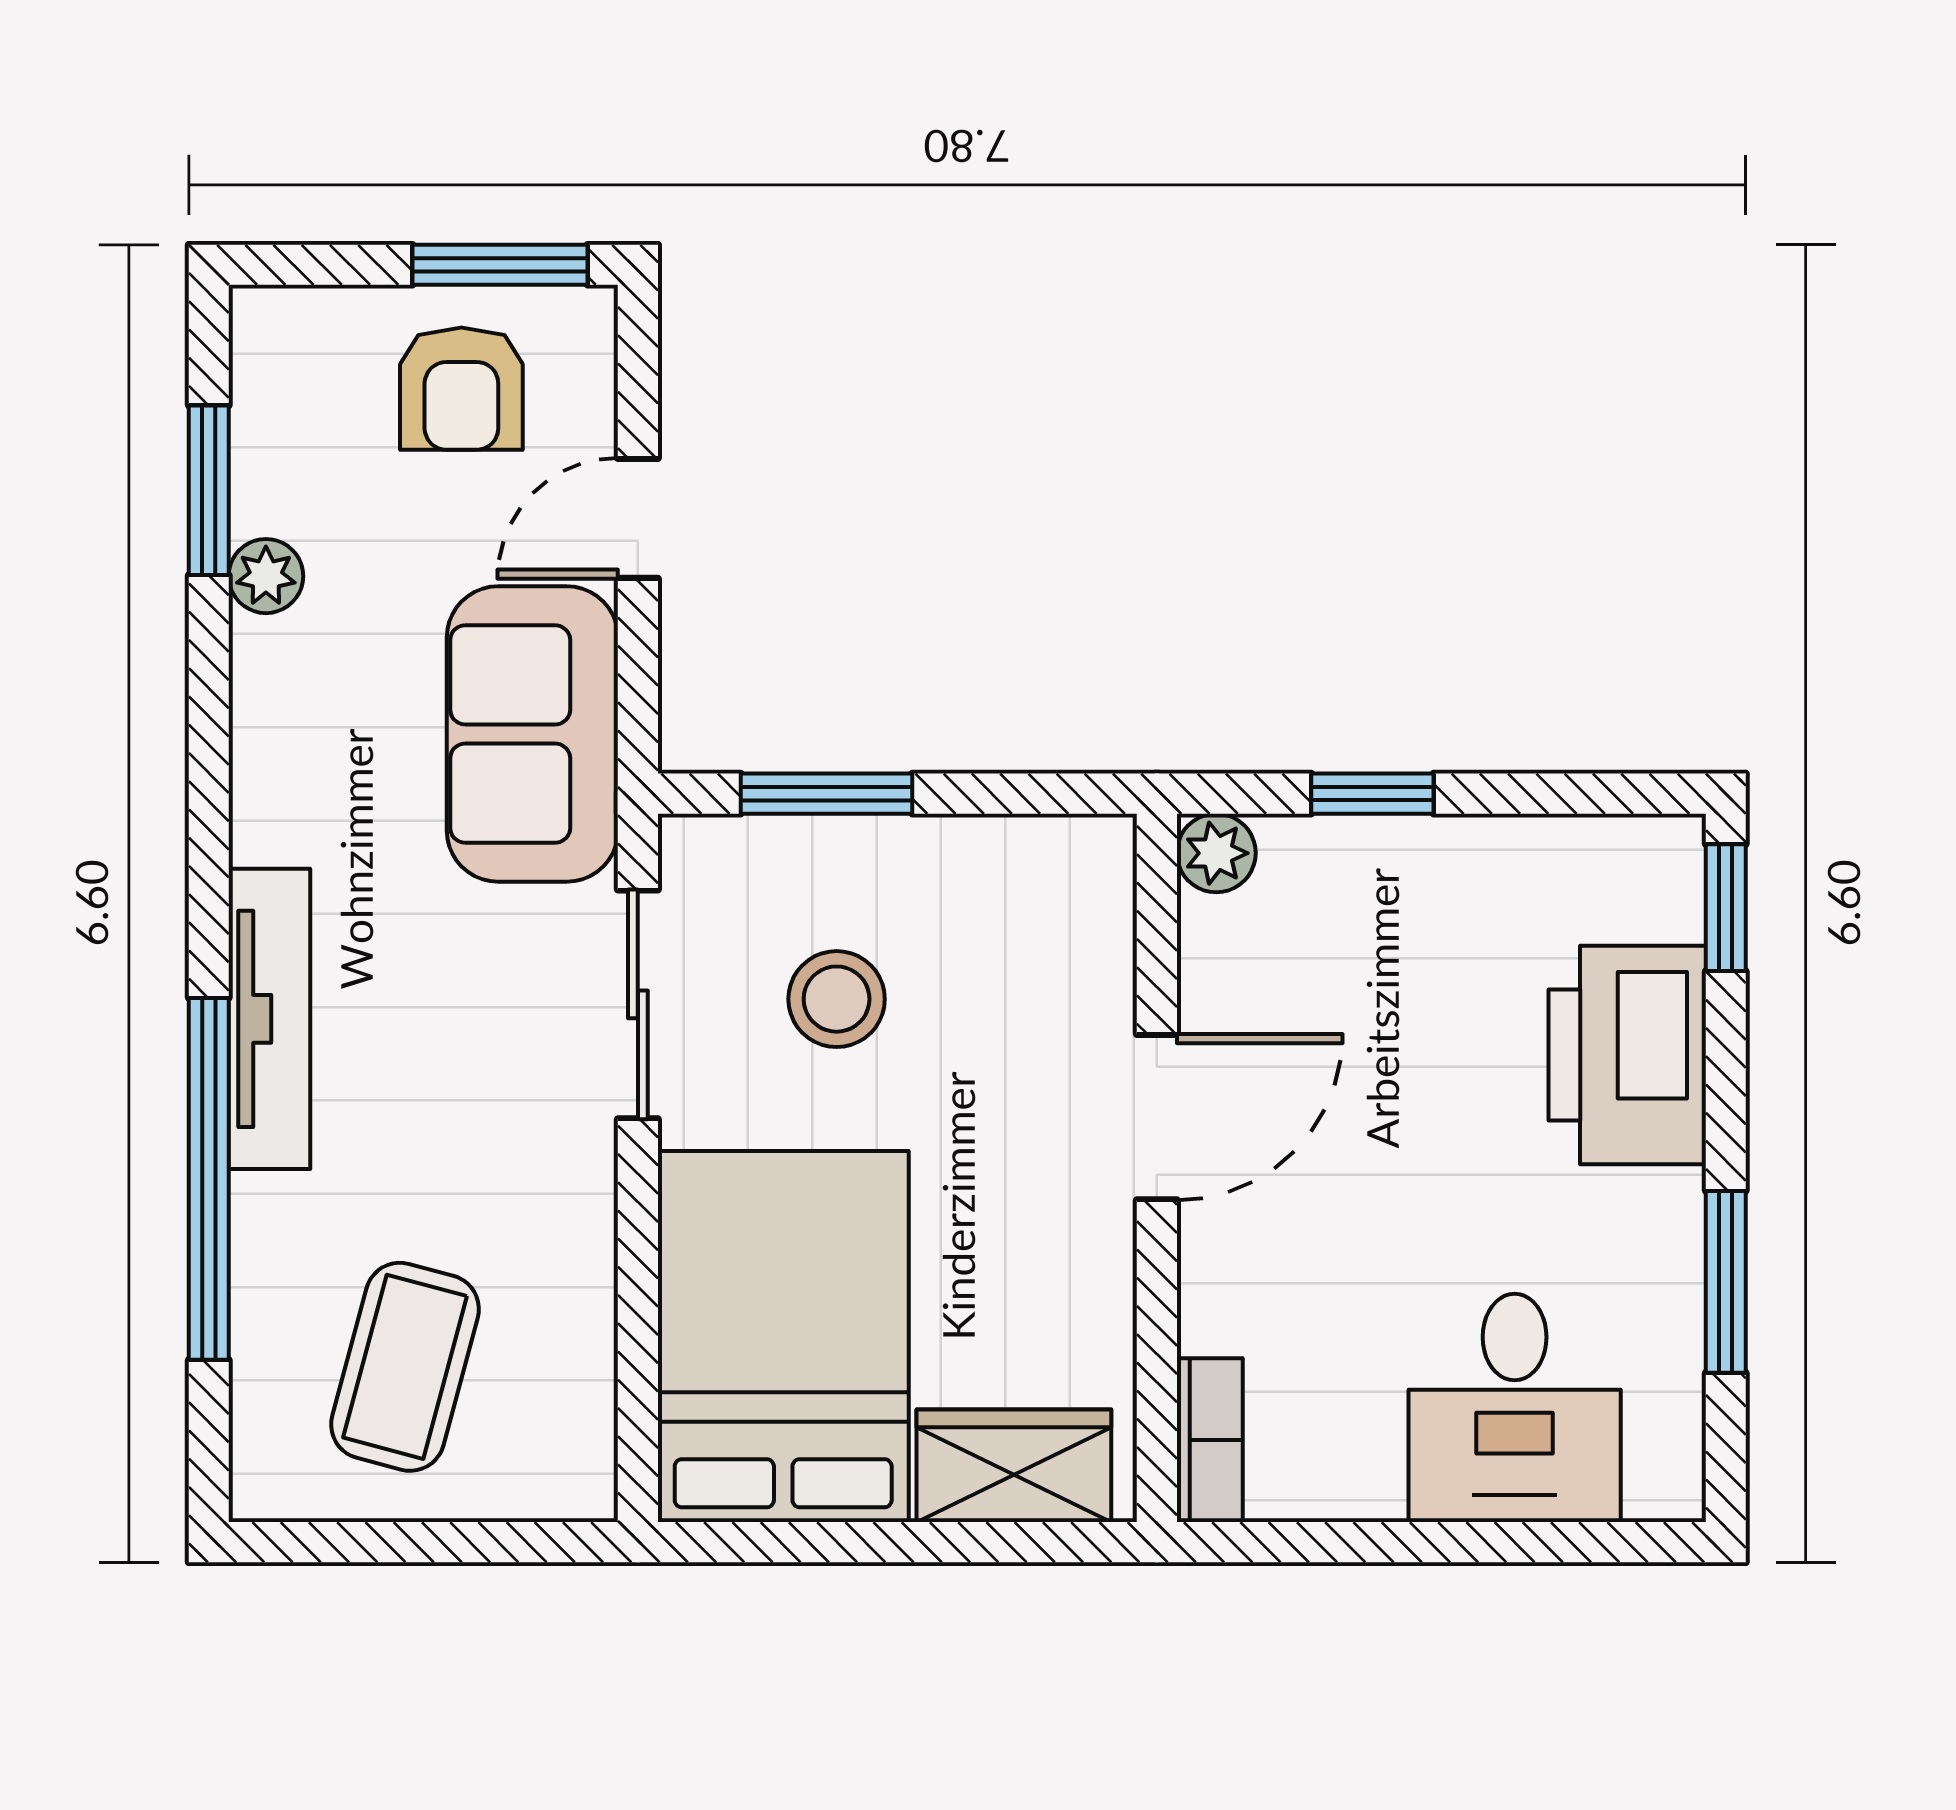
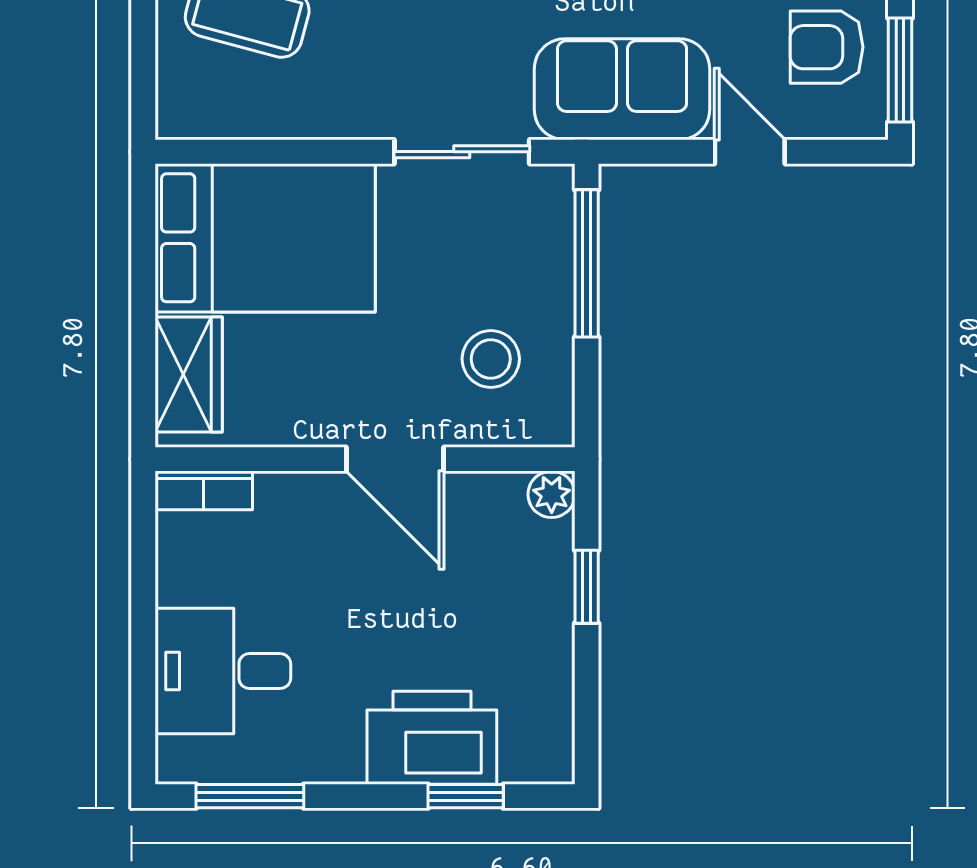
window: (827, 794) -> (587, 263), width x1.44
window: (1726, 908) -> (466, 796), moved
stool: (837, 999) -> (491, 359), moved
window: (1726, 1282) -> (250, 796), moved

